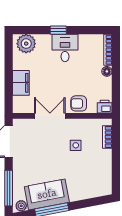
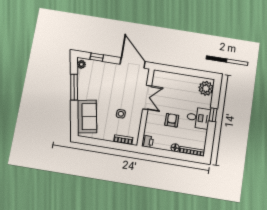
filing cabinet: (21, 83) -> (176, 79), removed
armchair: (79, 103) -> (172, 120), moved
window: (9, 188) -> (97, 57), width x0.46
sofa: (47, 194) -> (87, 117), moved

